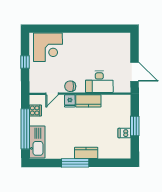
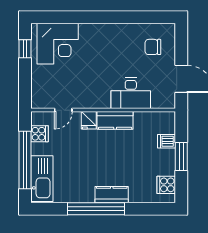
window: (25, 62) -> (25, 49), moved
chair: (70, 86) -> (153, 47), moved
dishwasher: (124, 133) -> (166, 141), moved
cooker: (124, 146) -> (166, 185), added
window: (75, 163) -> (96, 209), width x1.46

